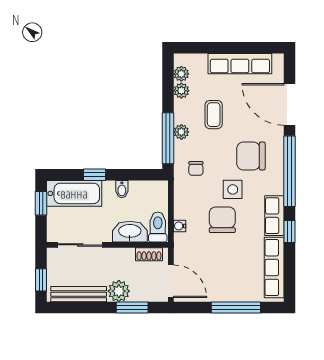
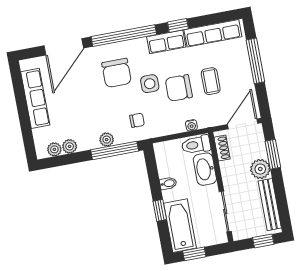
coffee table: (214, 115) -> (211, 81), moved, turned 90

